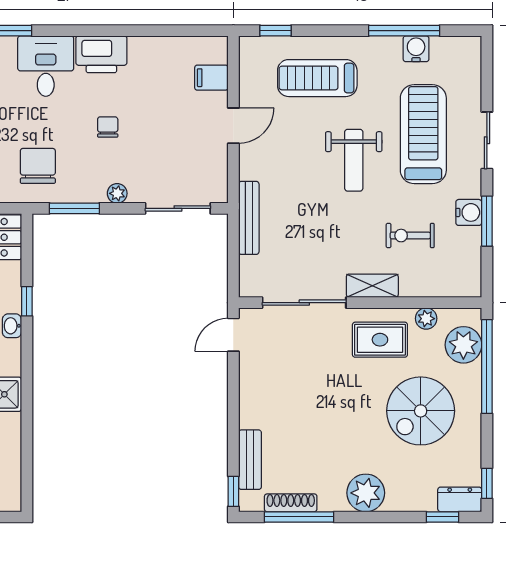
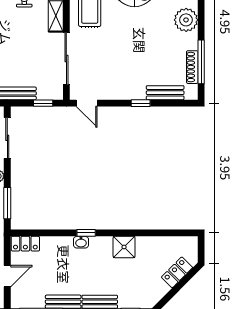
window: (233, 265) -> (43, 103), added
window: (27, 301) -> (86, 233), moved
window: (233, 491) -> (141, 103), moved

